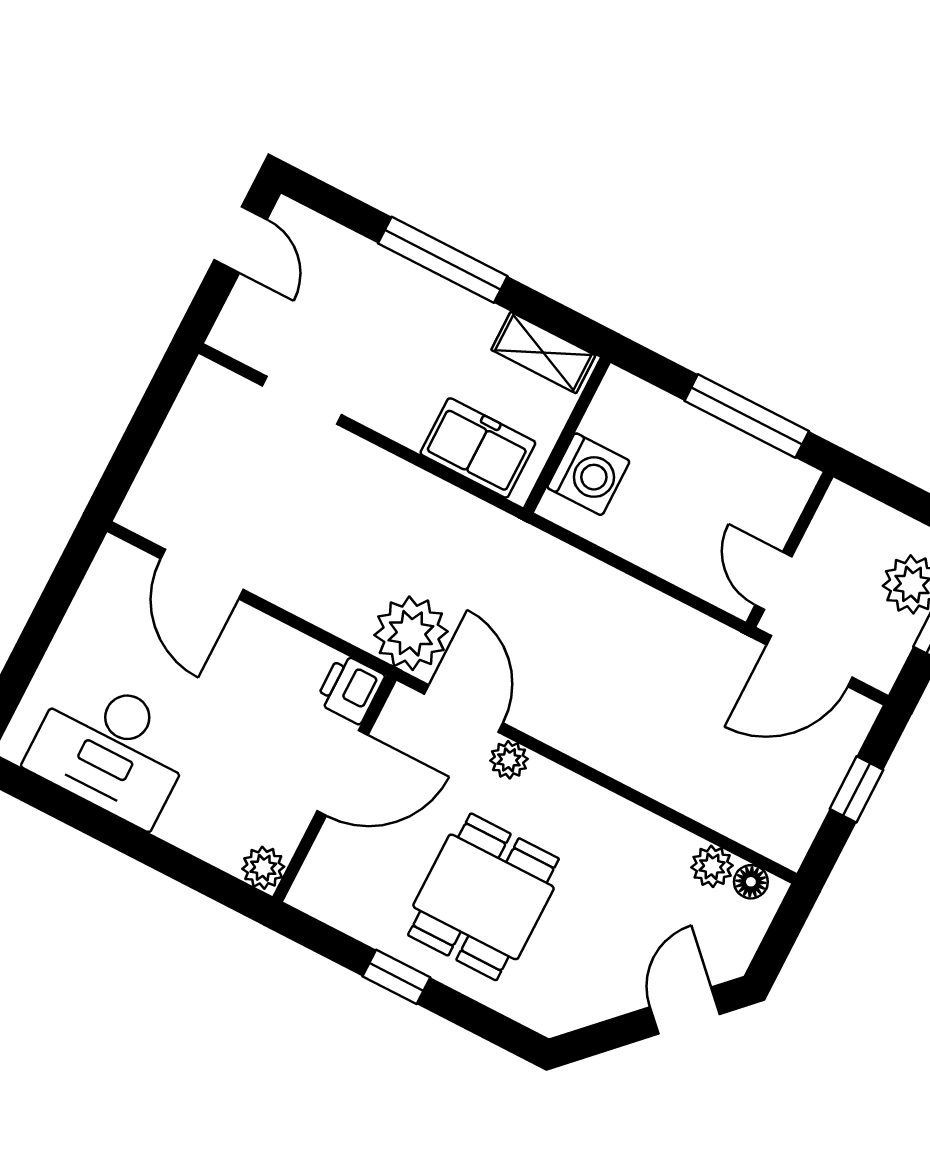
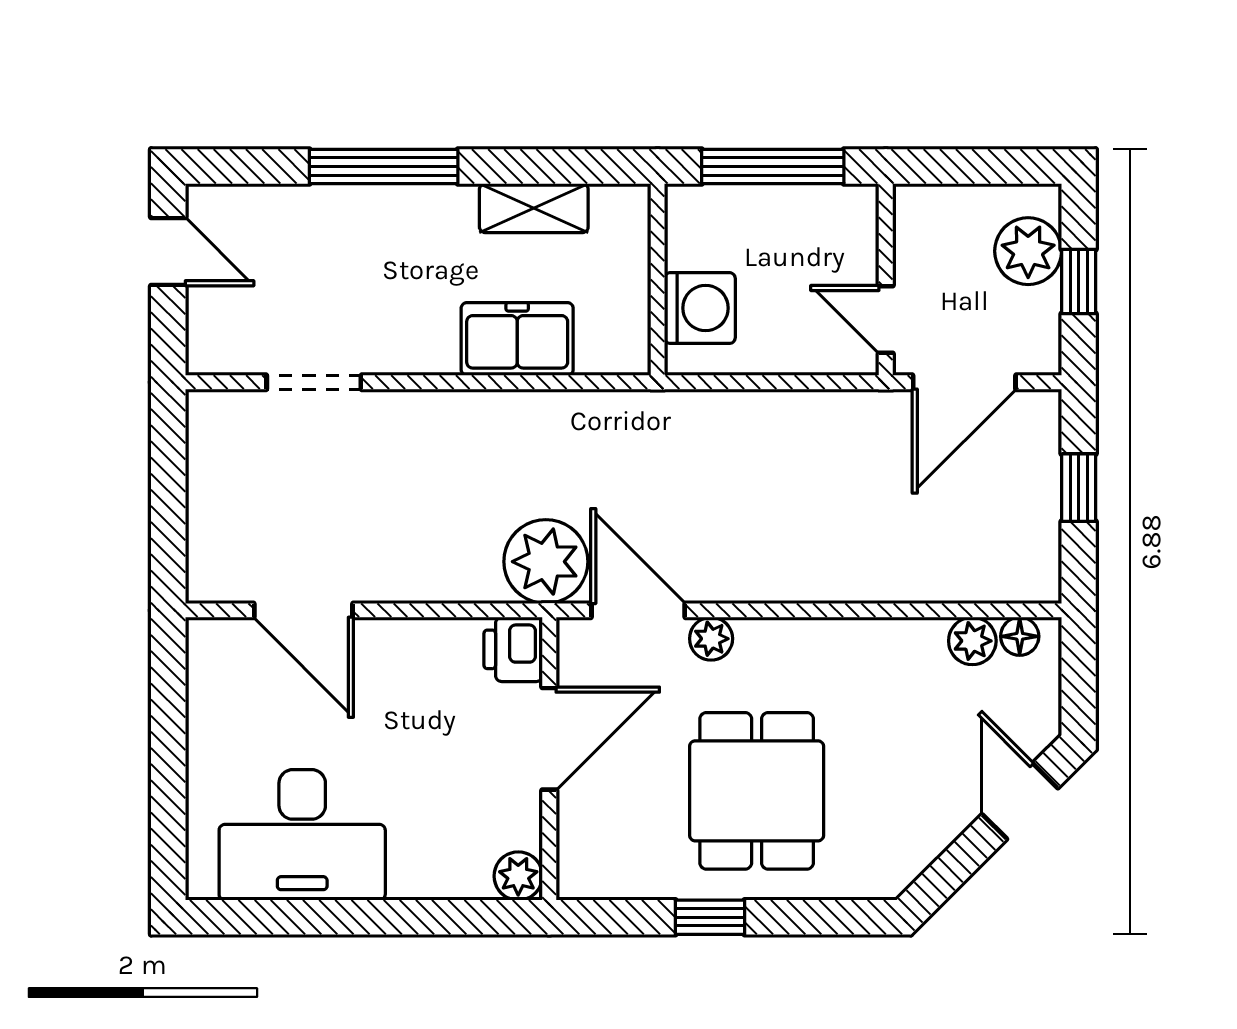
wall: (567, 435) -> (658, 279), moved
washing machine: (588, 474) -> (700, 308), moved

